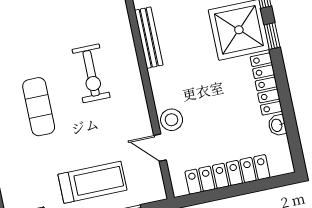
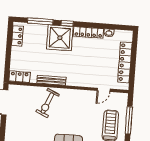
exercise bike: (91, 73) -> (48, 103), moved, turned 113
stool: (172, 120) -> (92, 81), removed

